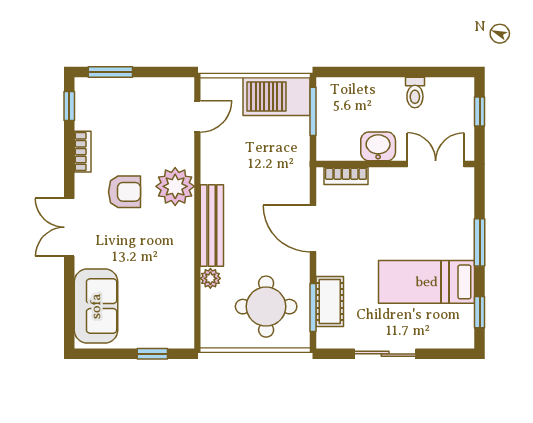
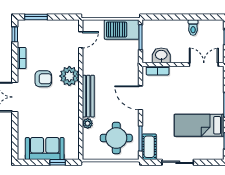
washbasin: (378, 146) -> (161, 55), moved
cot: (330, 301) -> (149, 147), moved
sofa: (96, 306) -> (45, 149), moved, turned -90

